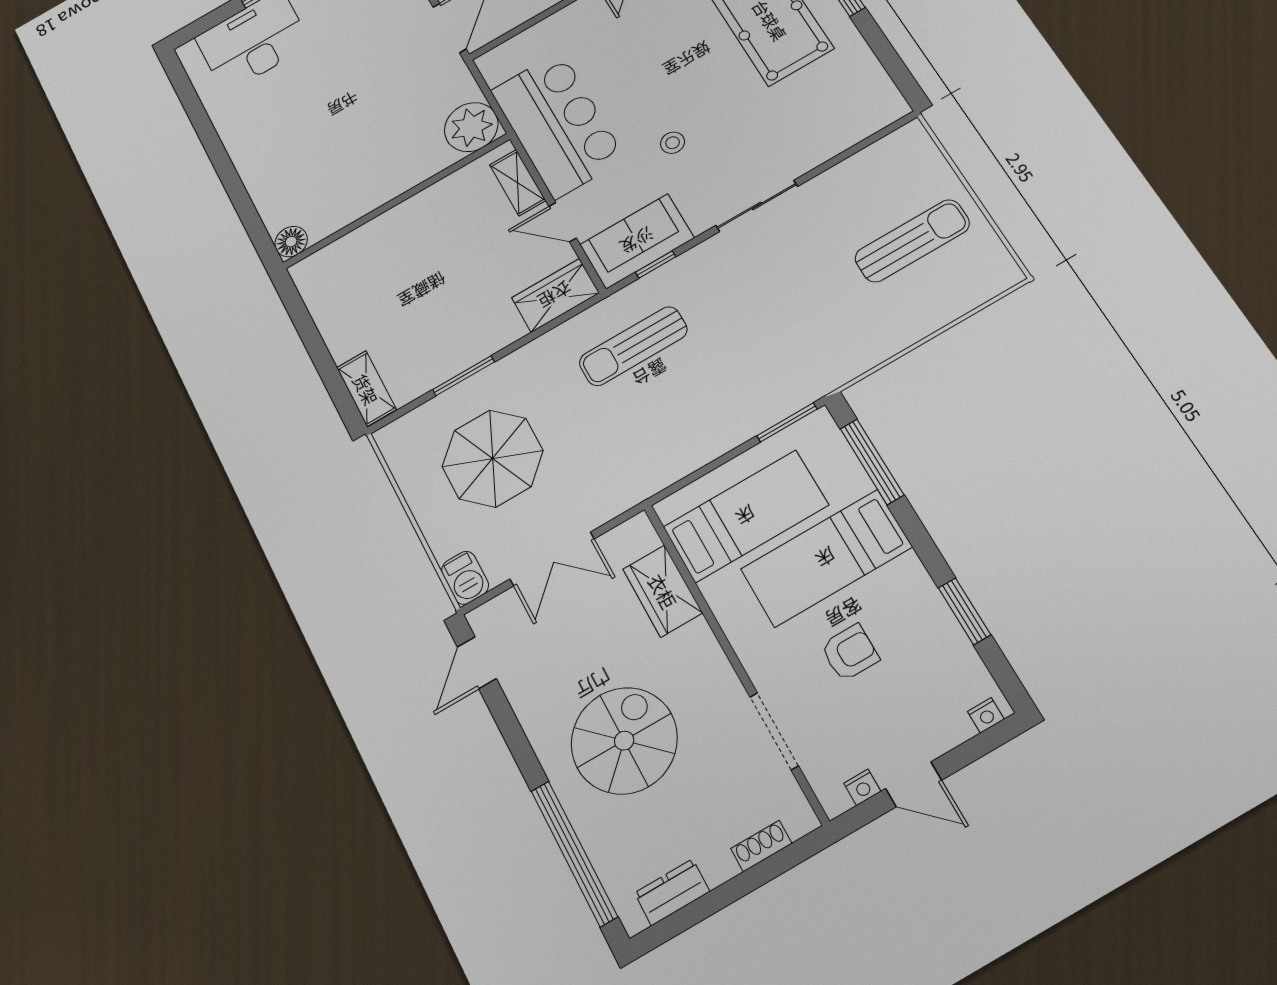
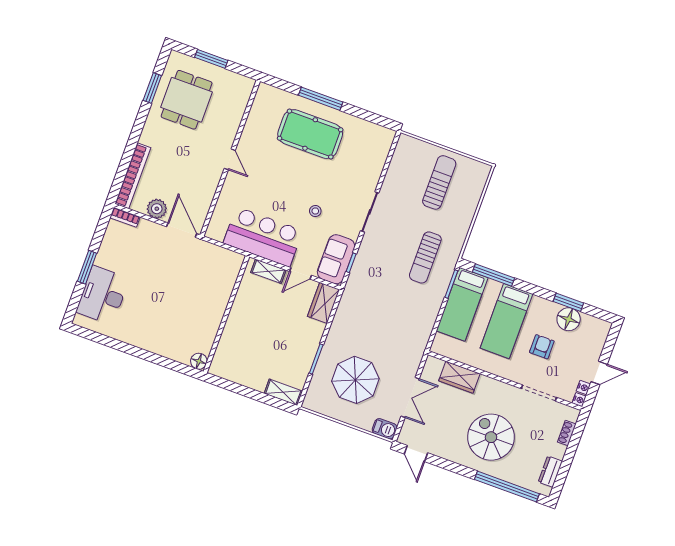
plant: (471, 127) -> (229, 263), removed
sun lounger: (633, 346) -> (425, 257), moved
bed: (746, 516) -> (462, 304), moved, turned 180
floor lamp: (939, 642) -> (569, 319), added
nightstand: (986, 715) -> (579, 400), moved

